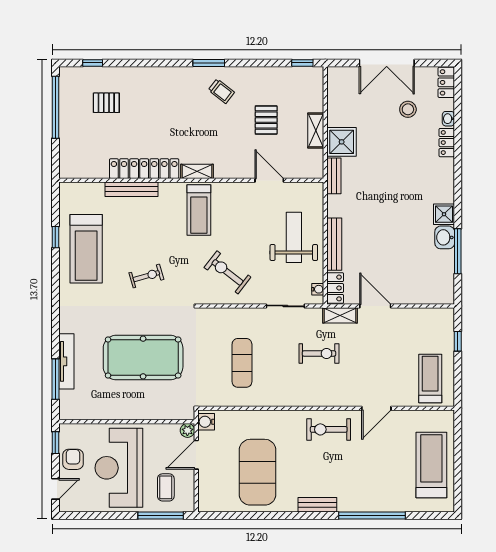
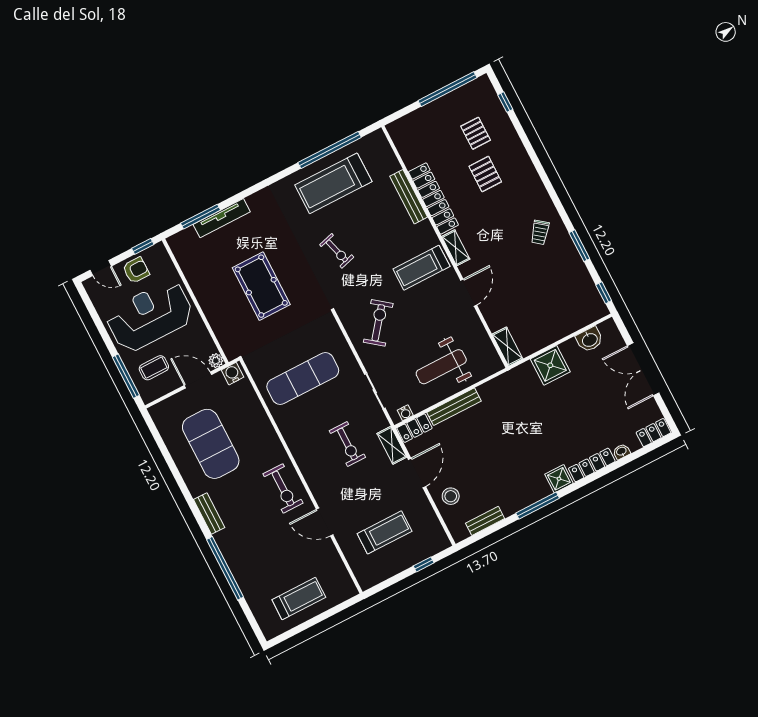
window: (209, 63) -> (579, 246), moved
stool: (408, 109) -> (451, 496), moved
pallet: (266, 120) -> (485, 174), moved, turned 90
shelving: (316, 131) -> (507, 347), moved, turned 90
locker: (447, 143) -> (592, 465), width x1.53
bench: (334, 176) -> (485, 521), moved
door: (269, 180) -> (469, 293), moved
shower: (444, 214) -> (559, 479), moved
window: (55, 237) -> (330, 150), width x3.17
weight bench: (294, 237) -> (441, 367), turned 180
washbasin: (445, 237) -> (590, 339), moved, turned 180
window: (458, 251) -> (538, 506), moved
pool table: (143, 358) -> (261, 286), width x0.73, depth x0.76
exercise mat: (242, 363) -> (303, 379), width x1.36, depth x1.45
treadmill: (430, 379) -> (385, 532), moved
exercise bike: (329, 429) -> (283, 488), turned 180
treadmill: (431, 465) -> (299, 599), width x0.73, depth x0.73
exercise mat: (257, 472) -> (211, 444), turned 90

